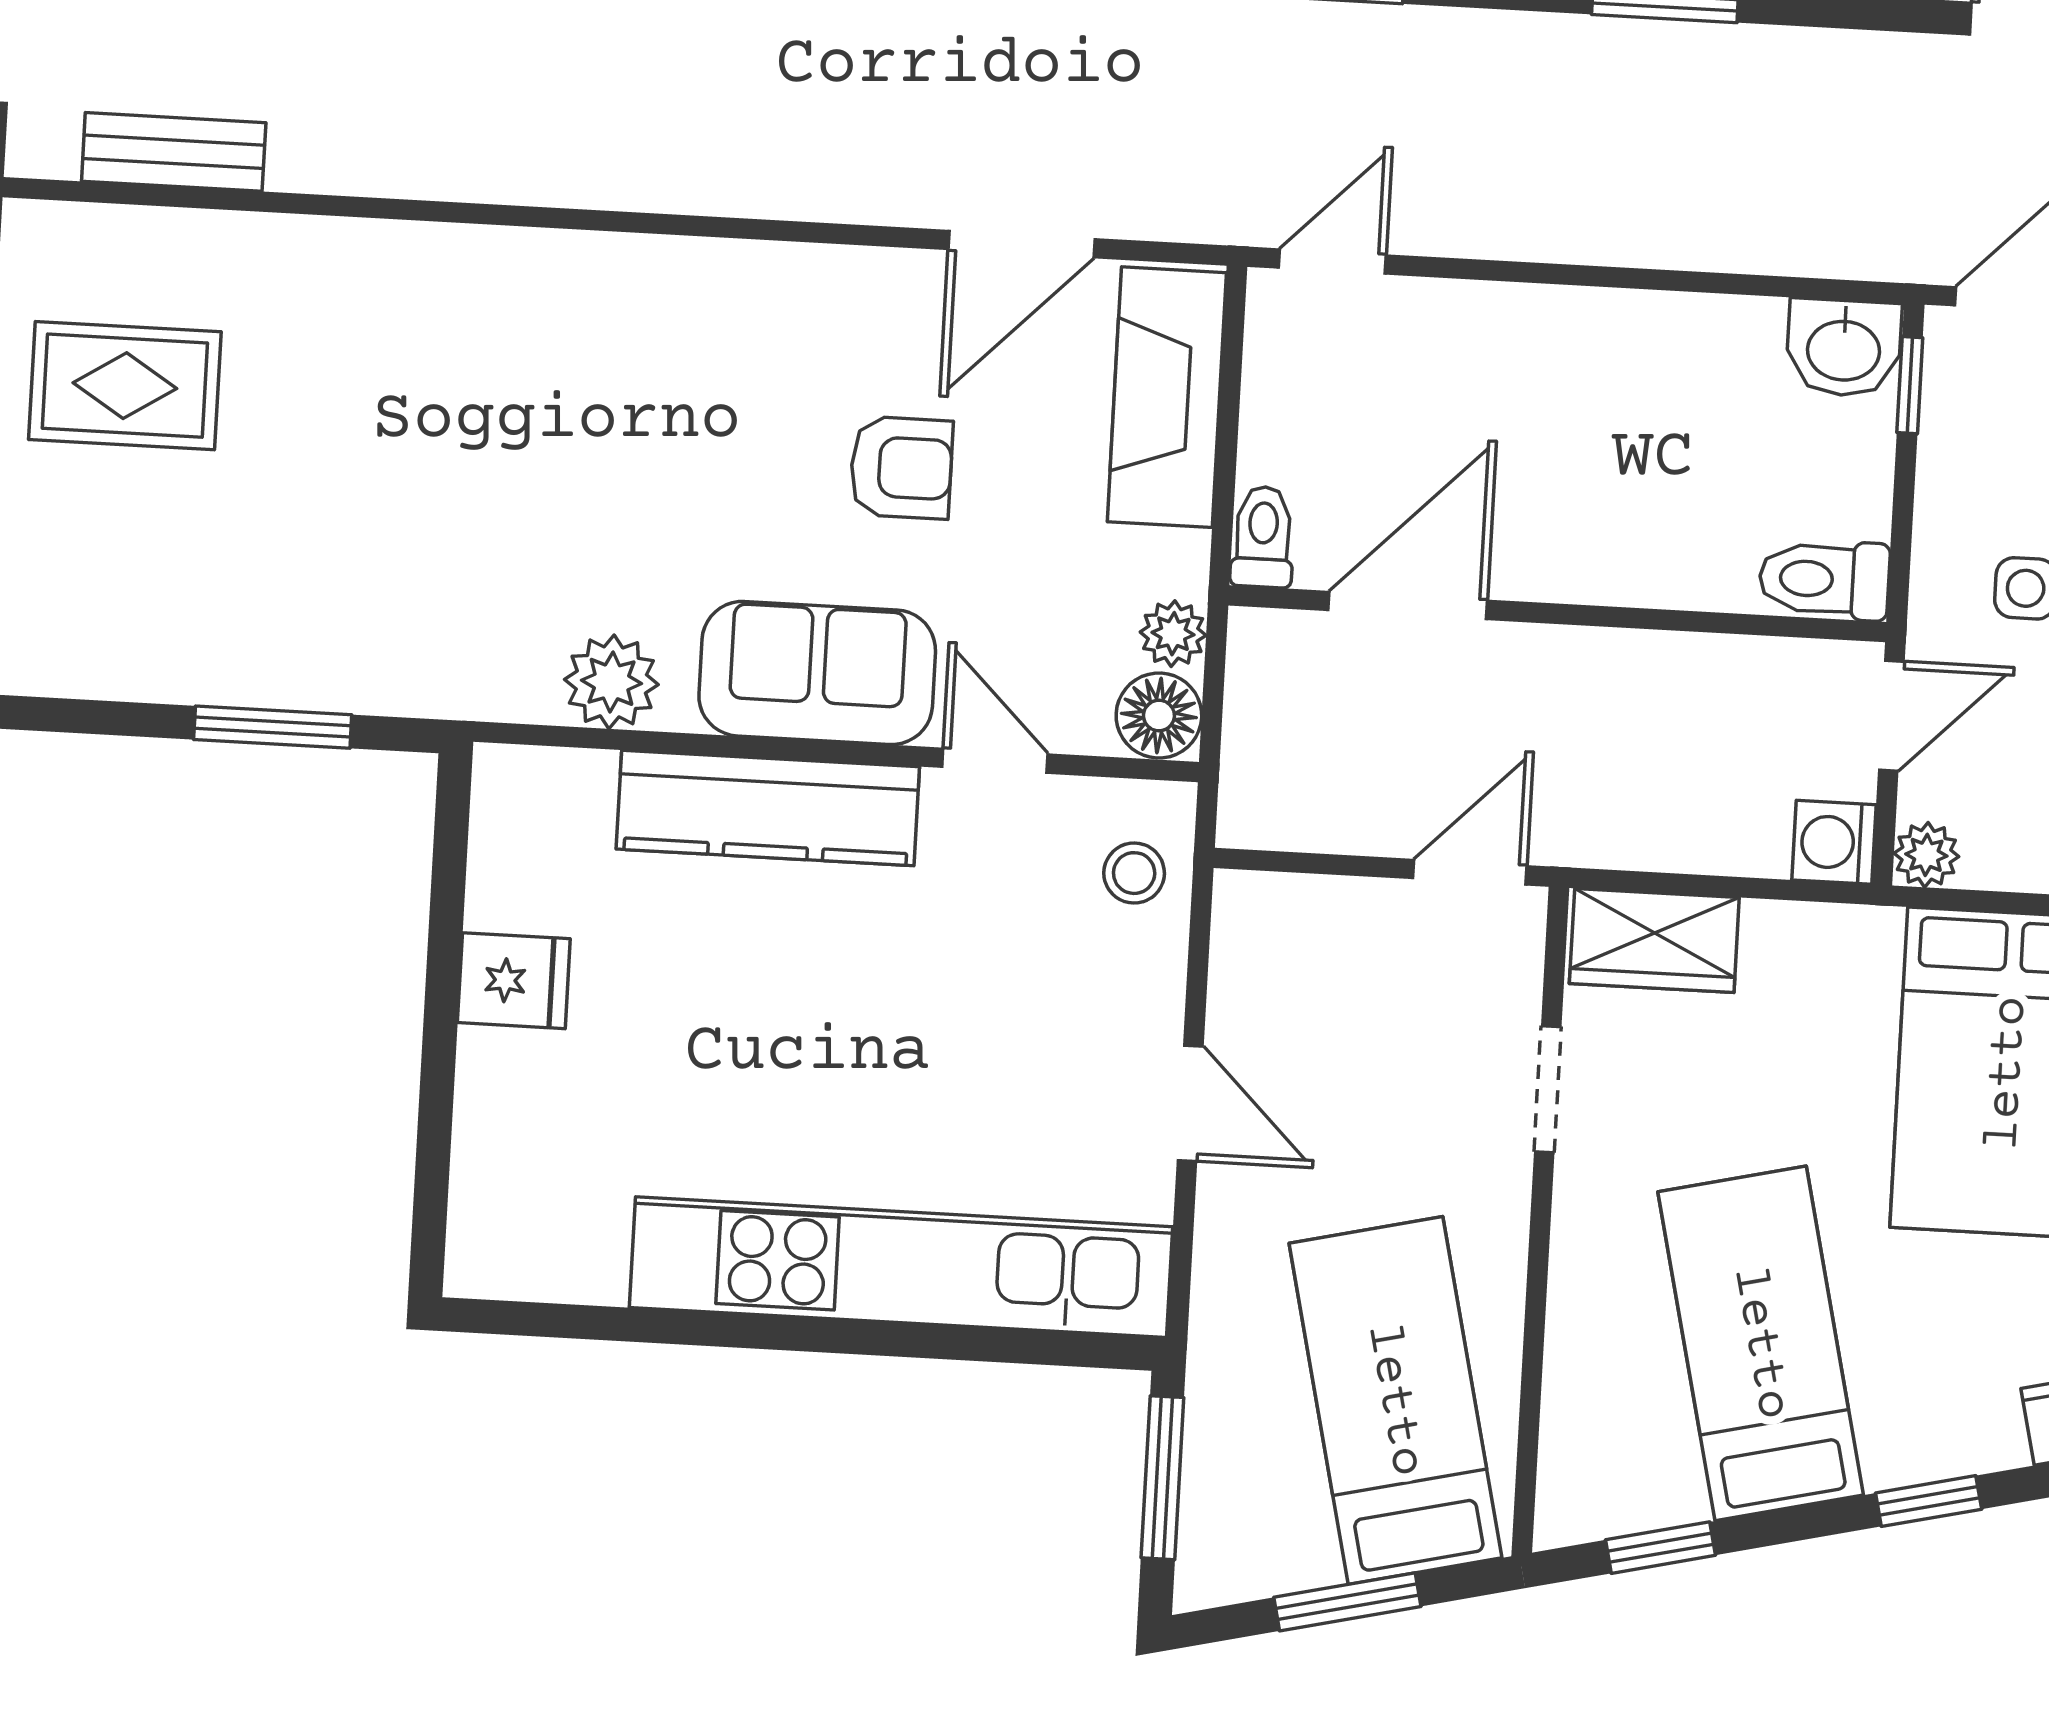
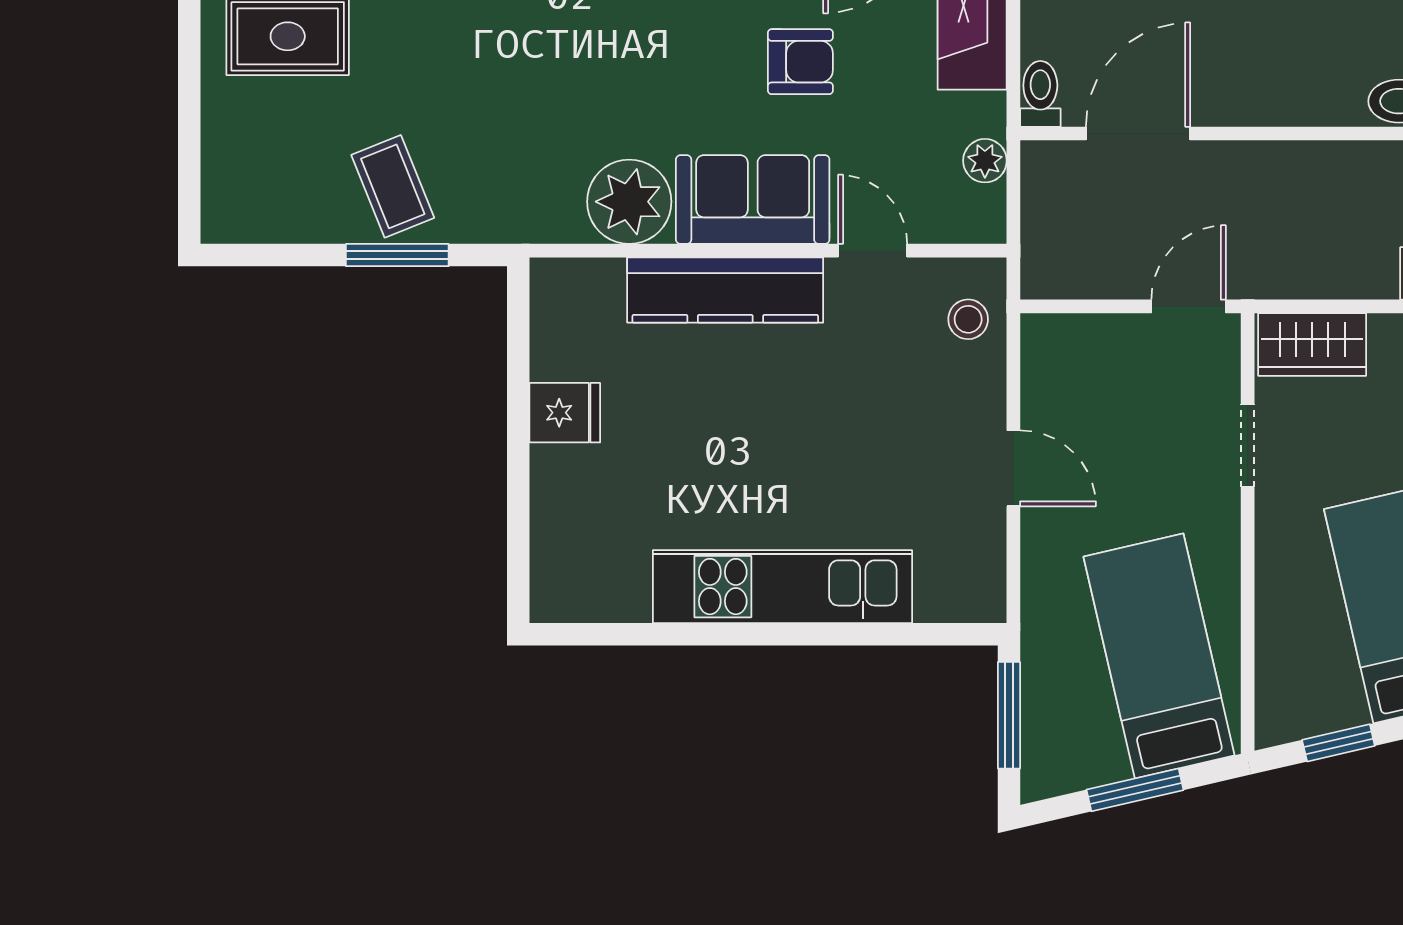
coffee table: (272, 622) -> (393, 186), added
plant: (611, 682) -> (629, 202), width x1.36, depth x1.36
floor lamp: (1159, 716) -> (979, 215), removed
kitchen unit: (901, 1267) -> (782, 587), width x0.73

